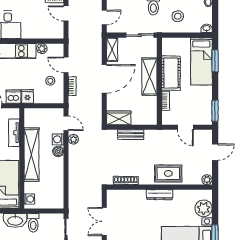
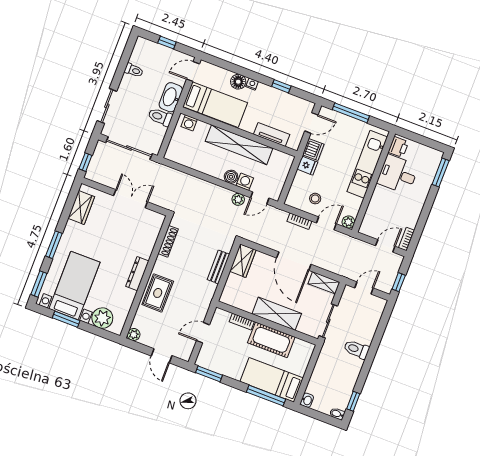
stool: (178, 16) -> (333, 372), removed
door: (104, 17) -> (364, 288), swing flipped
plant: (42, 49) -> (348, 222), moved
window: (215, 61) -> (266, 396), width x1.44

